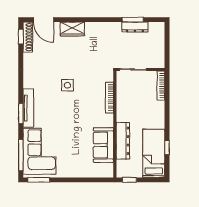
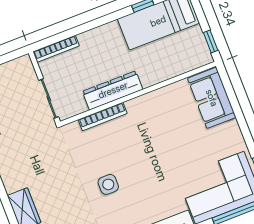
dresser: (123, 141) -> (113, 90), moved
sofa: (103, 145) -> (212, 98), moved, turned 90

